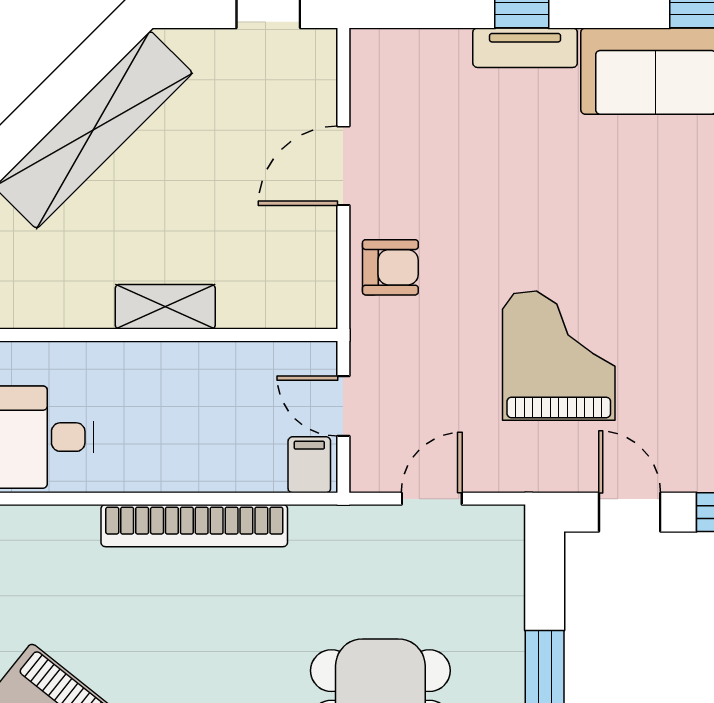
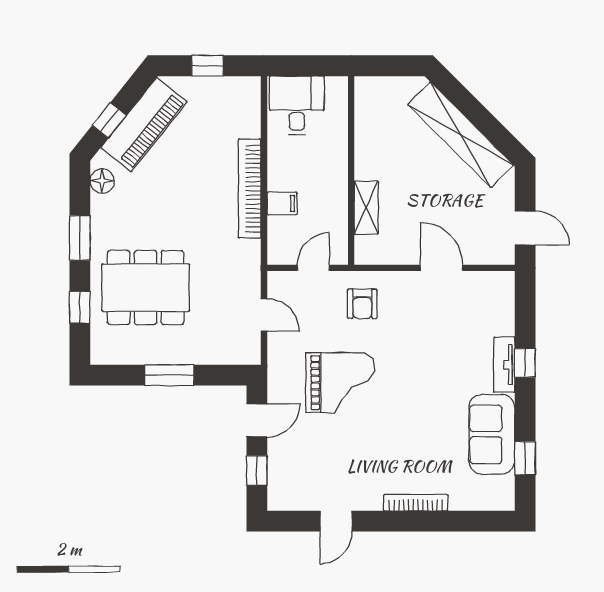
armchair: (390, 267) -> (362, 304), moved
shelving: (165, 307) -> (366, 208), moved
filing cabinet: (309, 465) -> (282, 204), moved

